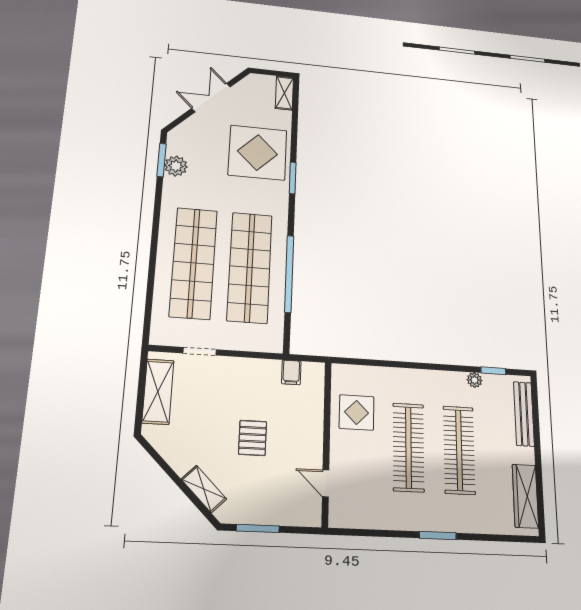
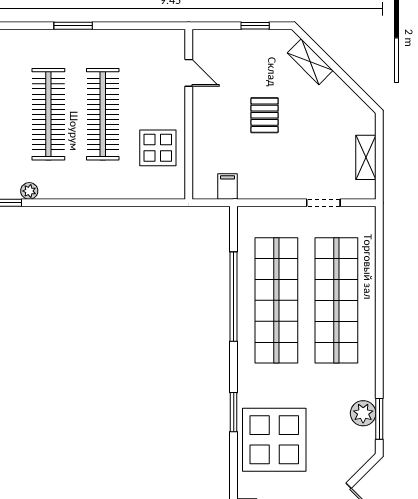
shelving: (158, 392) -> (366, 157), width x0.67, depth x0.75
window: (258, 528) -> (255, 26), width x0.67

